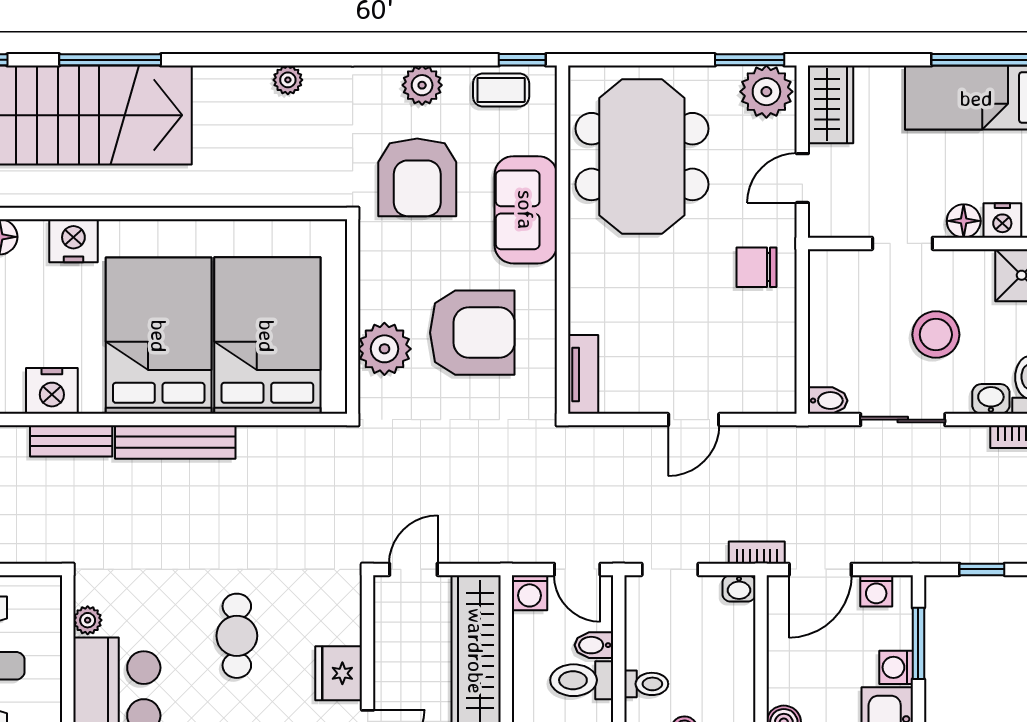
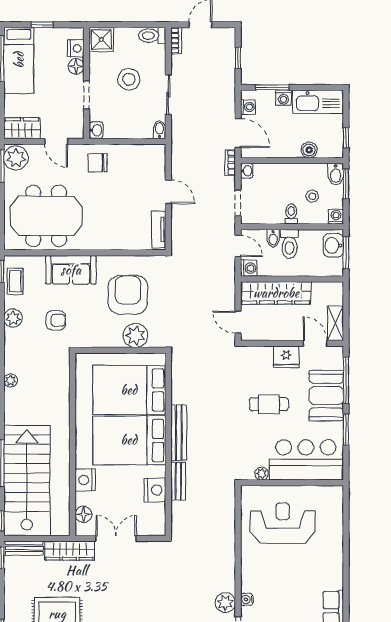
armchair: (417, 177) -> (56, 320), width x0.53, depth x0.53
chair: (757, 267) -> (98, 163), turned 90
tv unit: (583, 374) -> (159, 229), moved, turned -90
washbasin: (991, 399) -> (96, 130), moved, turned 180
door: (577, 569) -> (238, 246), hinge flipped

